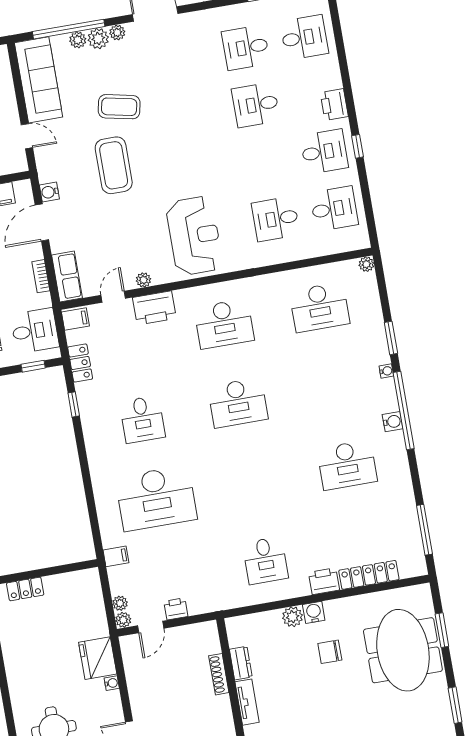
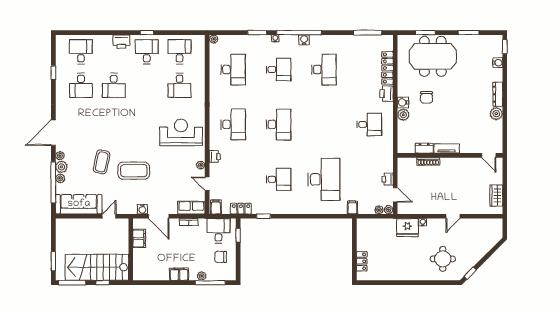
printer: (154, 308) -> (215, 157), width x0.53, depth x0.68
desk: (333, 386) -> (278, 70), added

